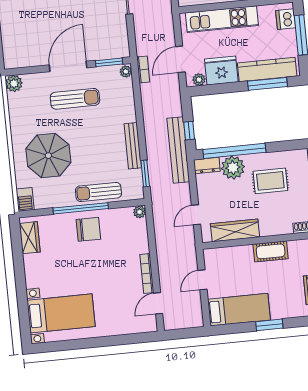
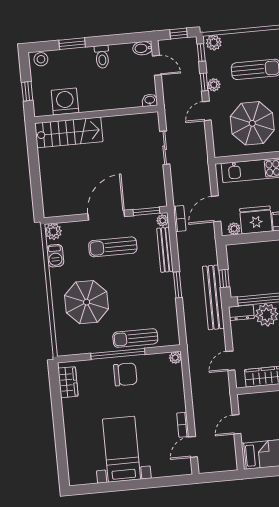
sun lounger: (75, 99) -> (113, 247), turned 180
bench: (133, 146) -> (165, 250), moved
window: (145, 173) -> (178, 285), moved
barbecue: (25, 199) -> (55, 256), moved
bookcase: (147, 274) -> (183, 425), width x0.64
bed with nightstands: (61, 313) -> (121, 449), moved, turned -90

